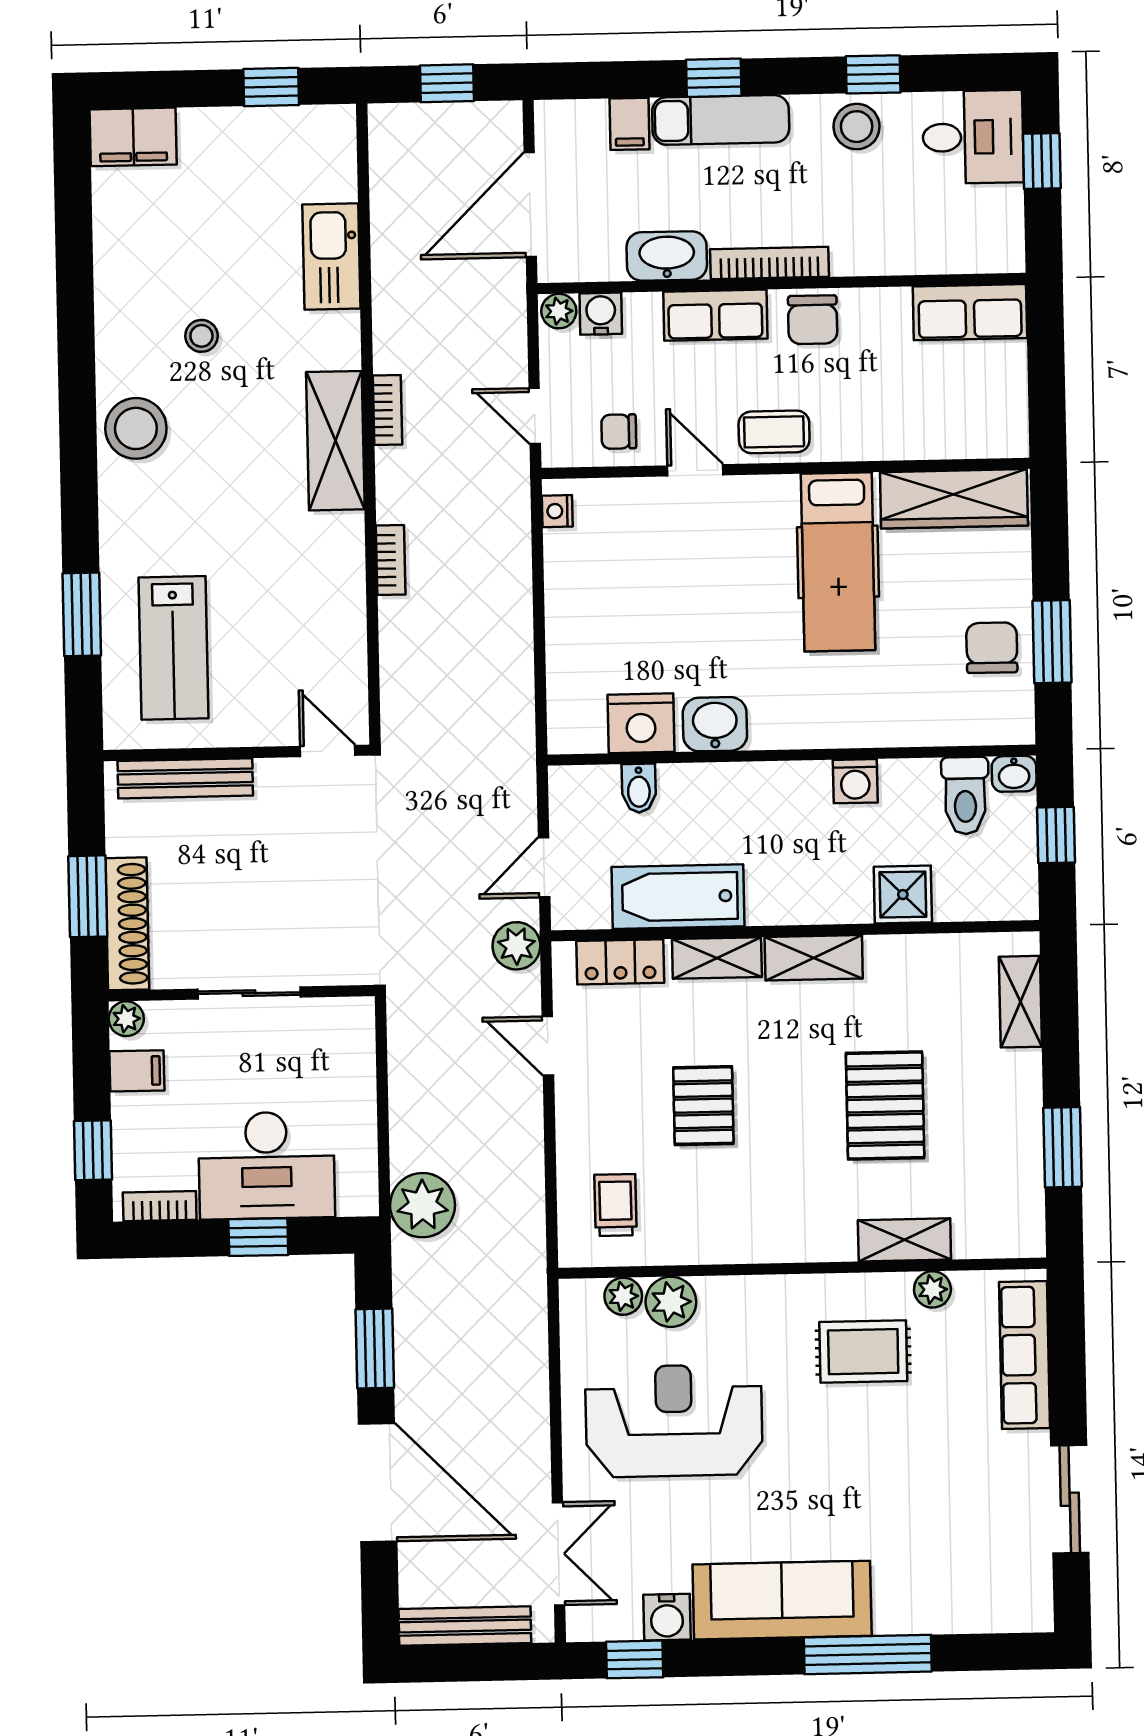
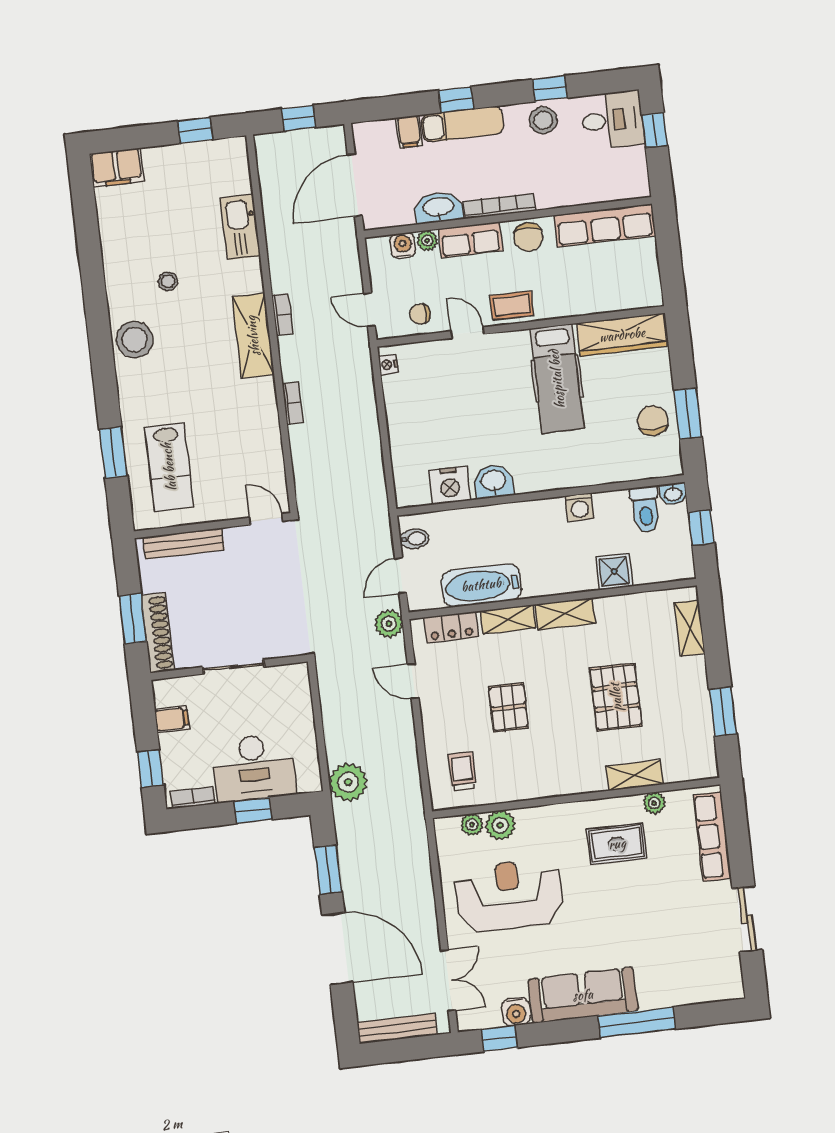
plant: (559, 311) -> (427, 241), moved
row of seats: (970, 312) -> (605, 225), width x1.48
bidet: (639, 788) -> (414, 539), moved, turned -90
plant: (126, 1019) -> (163, 689), removed

